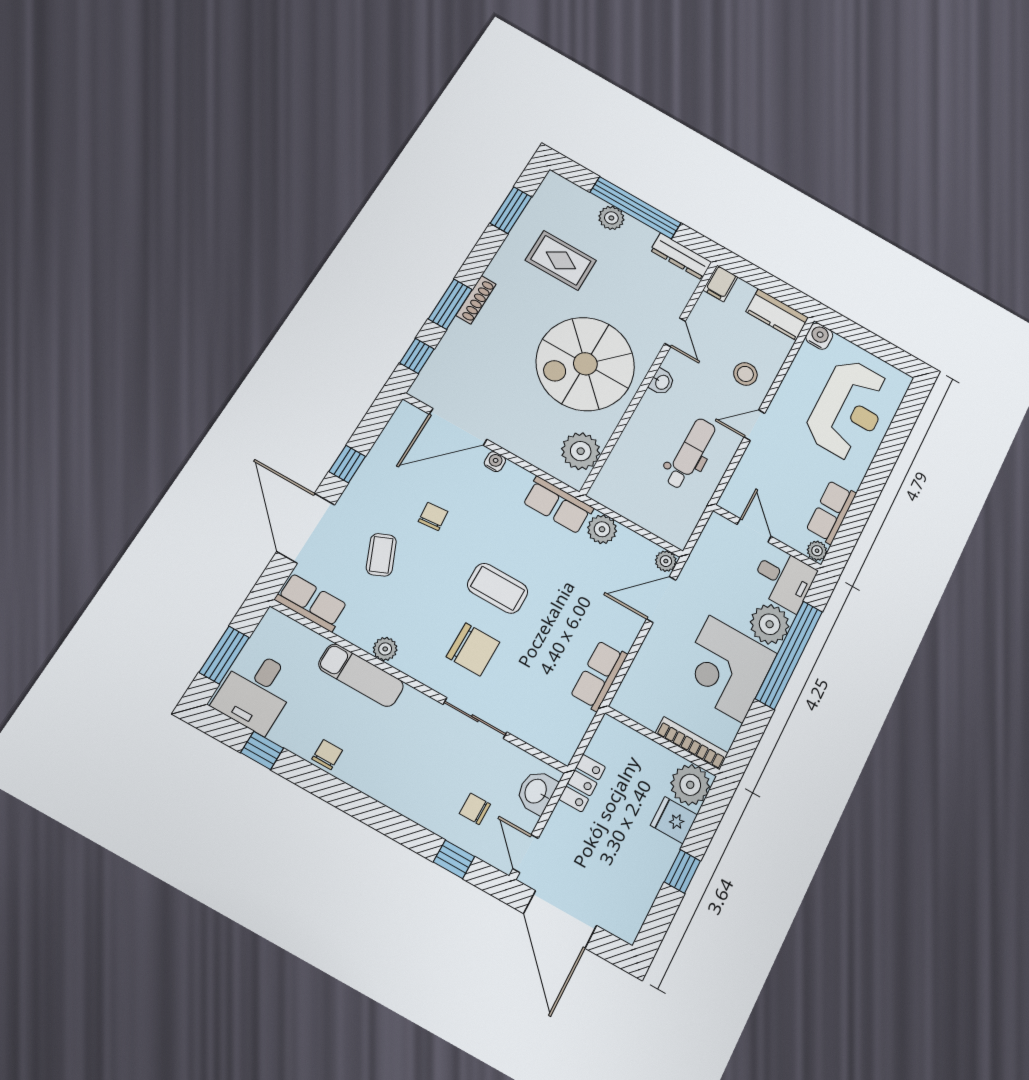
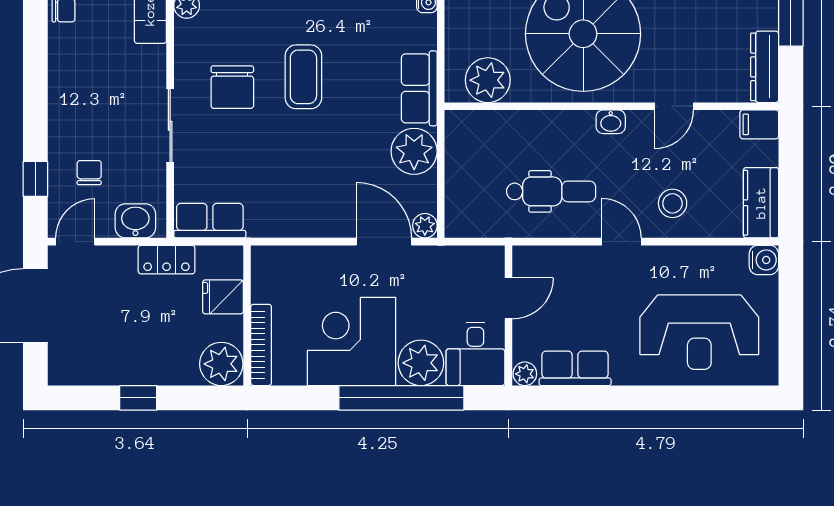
plant: (602, 529) -> (414, 151), width x1.36, depth x1.36
row of seats: (599, 675) -> (210, 221), moved
fridge: (674, 820) -> (223, 297), moved, turned -90

